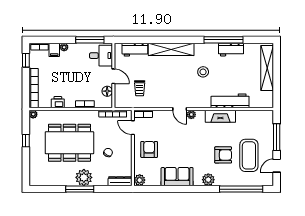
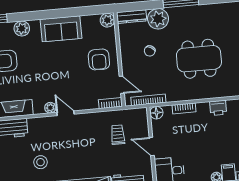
floor lamp: (107, 91) -> (156, 113), moved
dining table: (69, 143) -> (199, 59), width x0.73, depth x0.80
plant: (84, 177) -> (158, 19), moved

